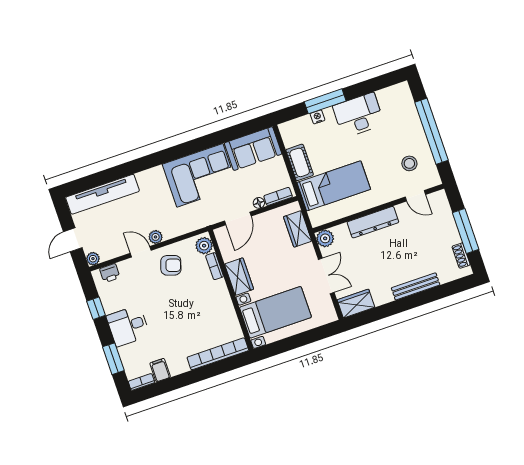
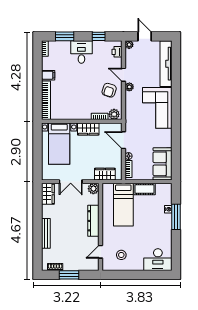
desk: (358, 115) -> (158, 260), moved, turned 90
window: (431, 131) -> (136, 275), removed
corner sofa: (200, 175) -> (157, 108), moved
window: (466, 231) -> (69, 275), width x0.69
door: (141, 252) -> (123, 75), swing flipped
filing cabinet: (160, 370) -> (48, 75), moved

